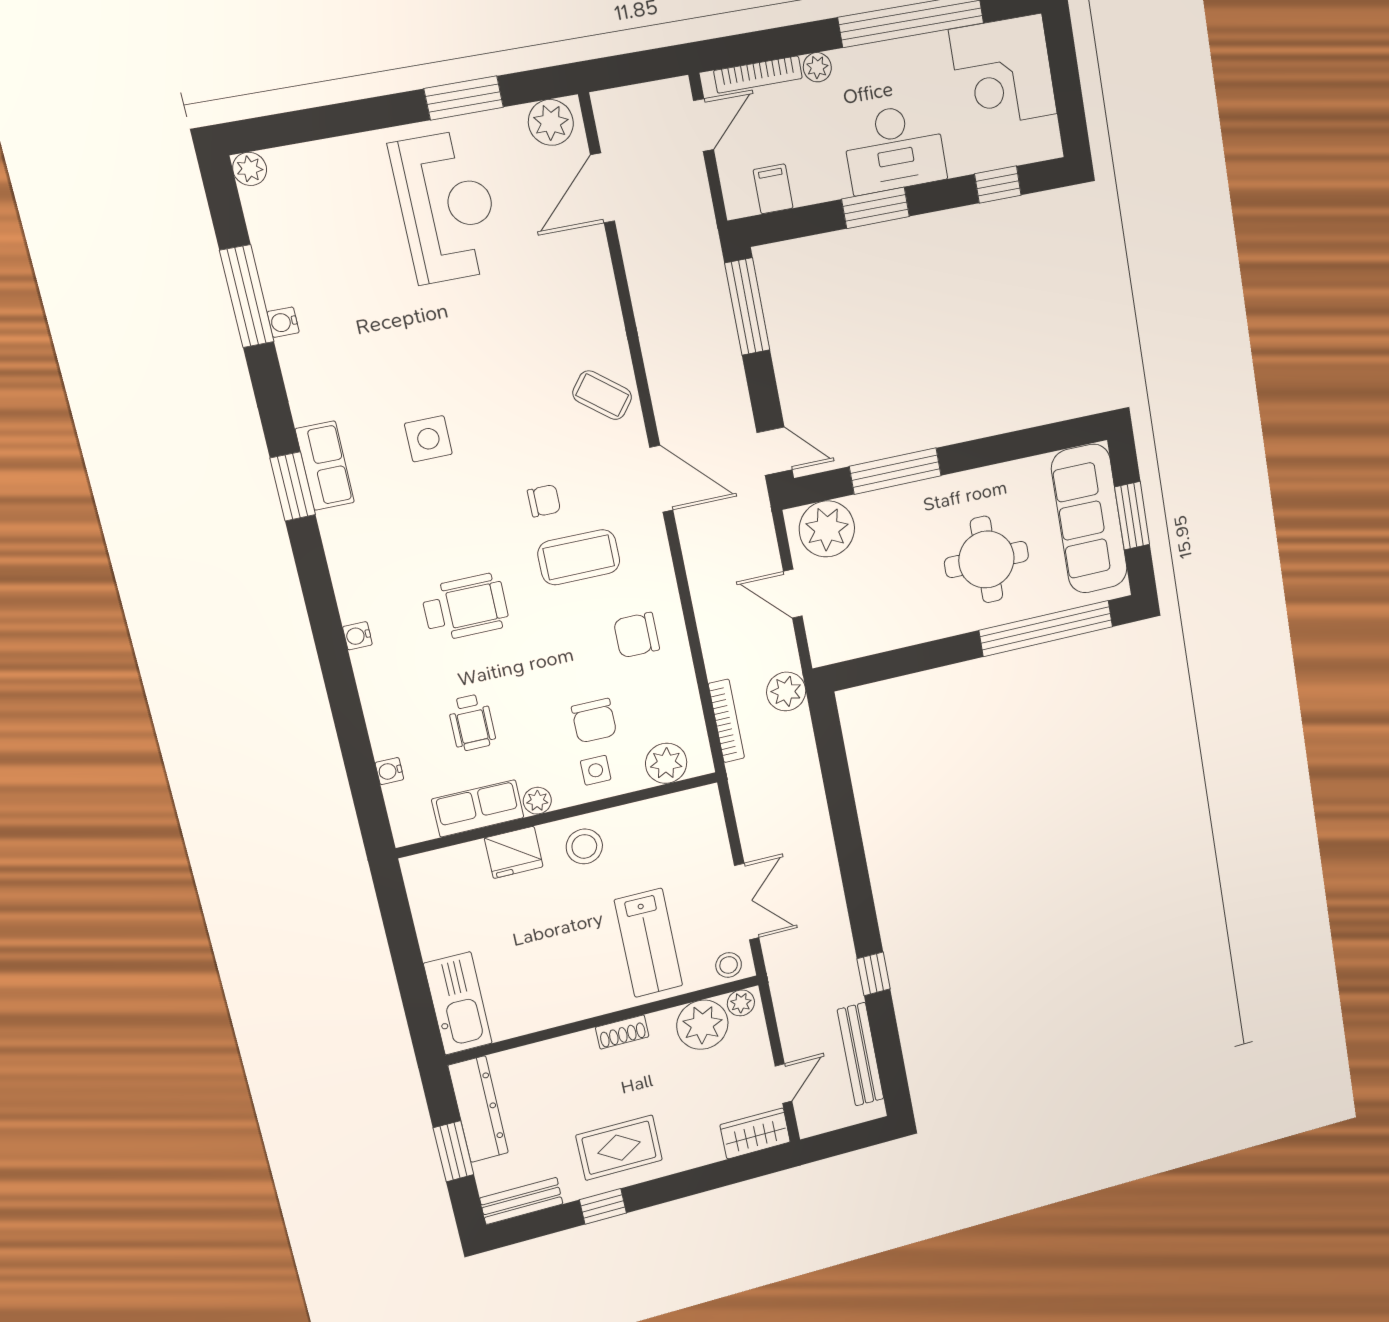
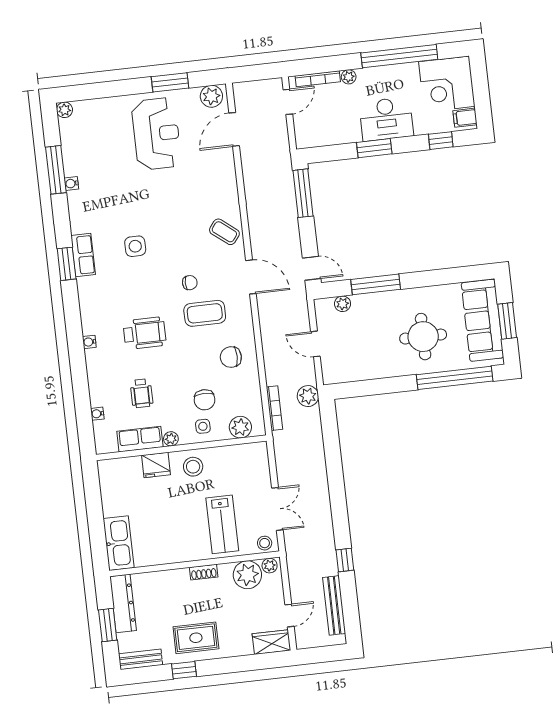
filing cabinet: (773, 189) -> (465, 118), moved, turned -90
plant: (827, 529) -> (343, 304), width x0.53, depth x0.53

